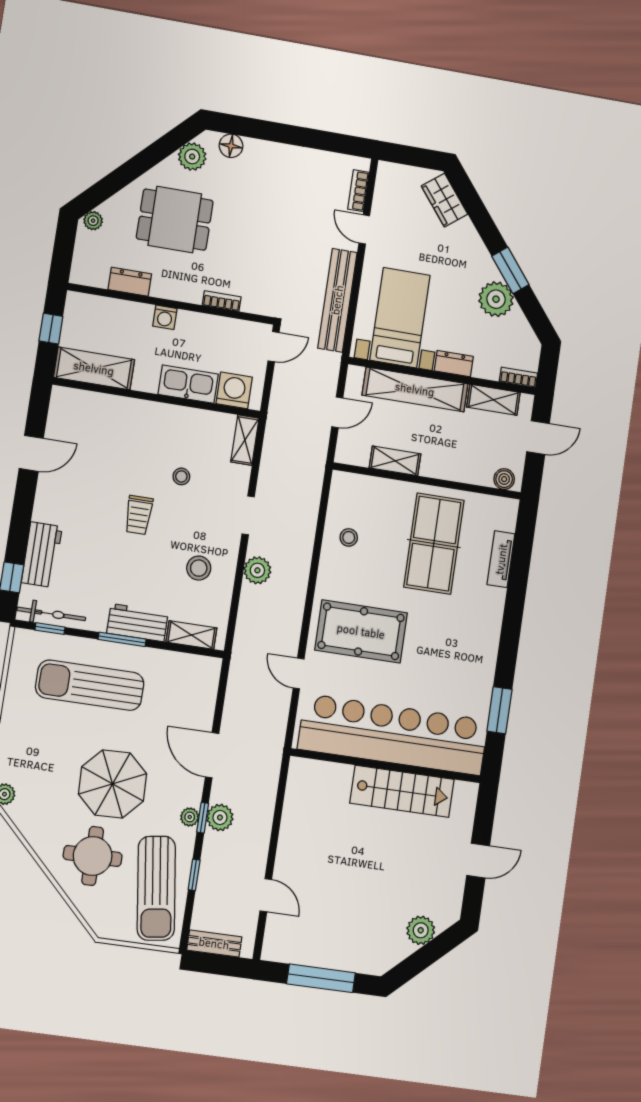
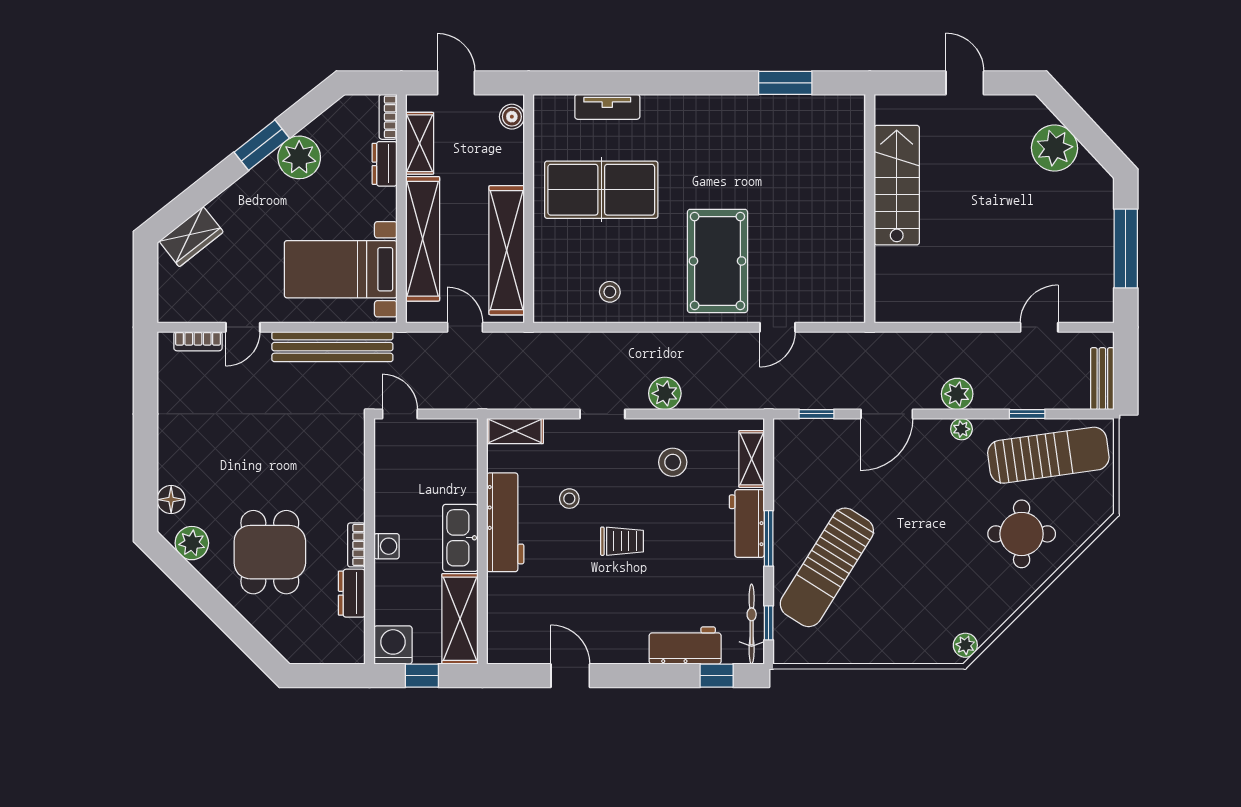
plant: (93, 221) -> (287, 647), removed
bookcase: (222, 301) -> (356, 545), moved
dresser: (454, 364) -> (385, 164), moved
kitchen sink: (188, 384) -> (460, 538), moved
washing machine: (234, 390) -> (393, 645), moved, turned 90
workbench: (170, 420) -> (505, 522), added
shelving: (395, 461) -> (507, 250), width x2.20, depth x1.33
sun lounger: (90, 685) -> (827, 567), turned 32
bar counter: (393, 735) -> (832, 205), removed
parasol: (113, 784) -> (936, 524), removed
window: (203, 818) -> (817, 414), moved
plant: (421, 930) -> (1055, 148), width x1.36, depth x1.36

